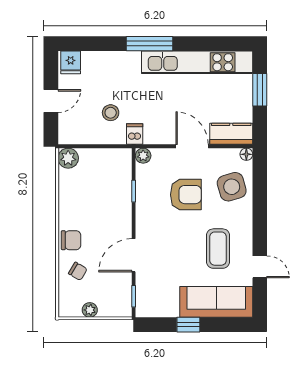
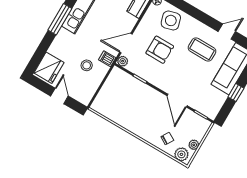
fridge: (71, 62) -> (49, 68), width x1.88, depth x1.34
door: (192, 146) -> (126, 43), moved
plant: (68, 158) -> (181, 154), moved
armchair: (186, 195) -> (160, 50), turned 90
chair: (71, 240) -> (147, 132), removed

